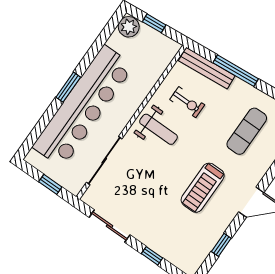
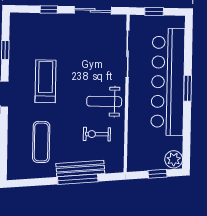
bench: (207, 68) -> (80, 169), moved

